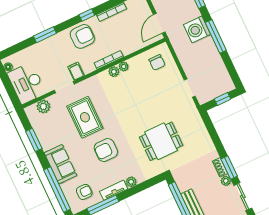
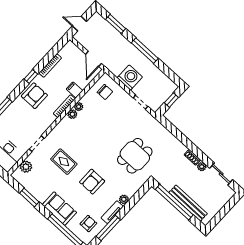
washing machine: (197, 29) -> (130, 77), moved, turned 180
filing cabinet: (76, 71) -> (75, 90), moved
rug: (85, 117) -> (64, 162), width x0.73, depth x0.70
window: (229, 168) -> (200, 154), removed

